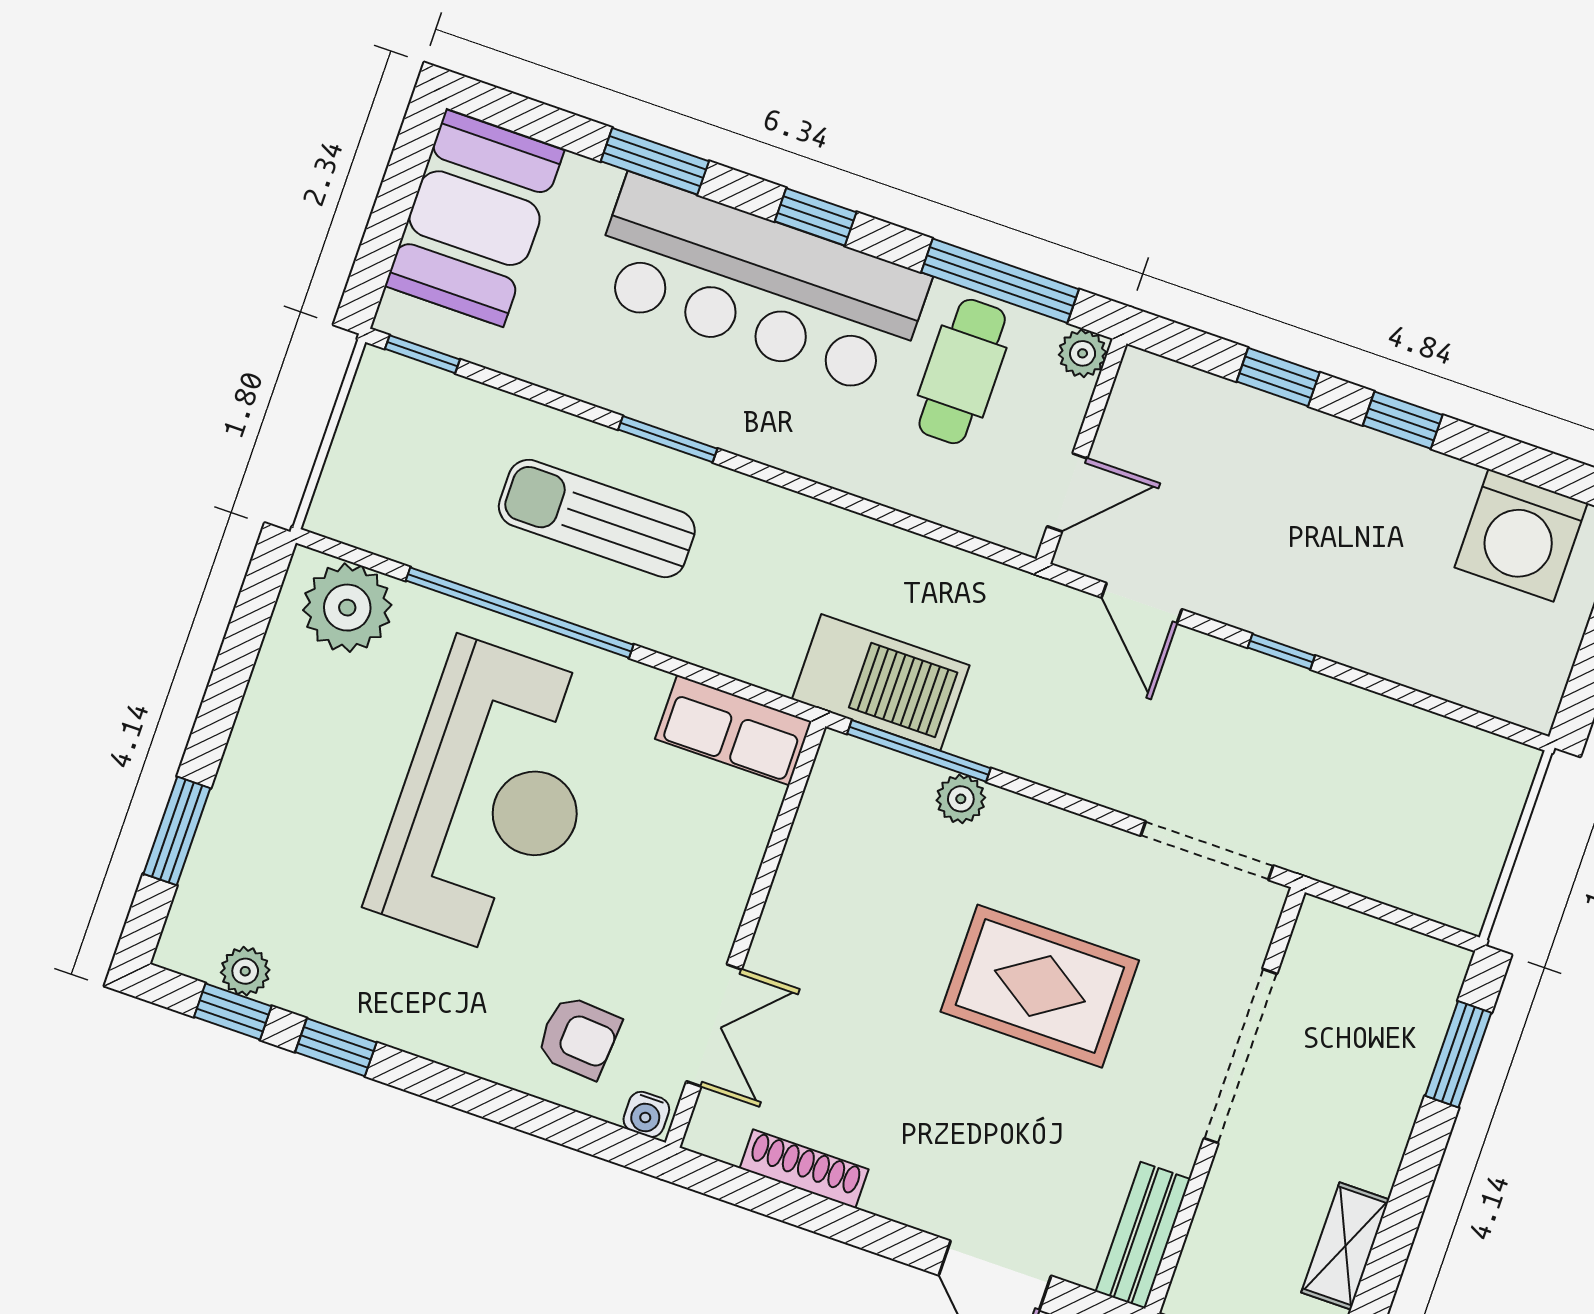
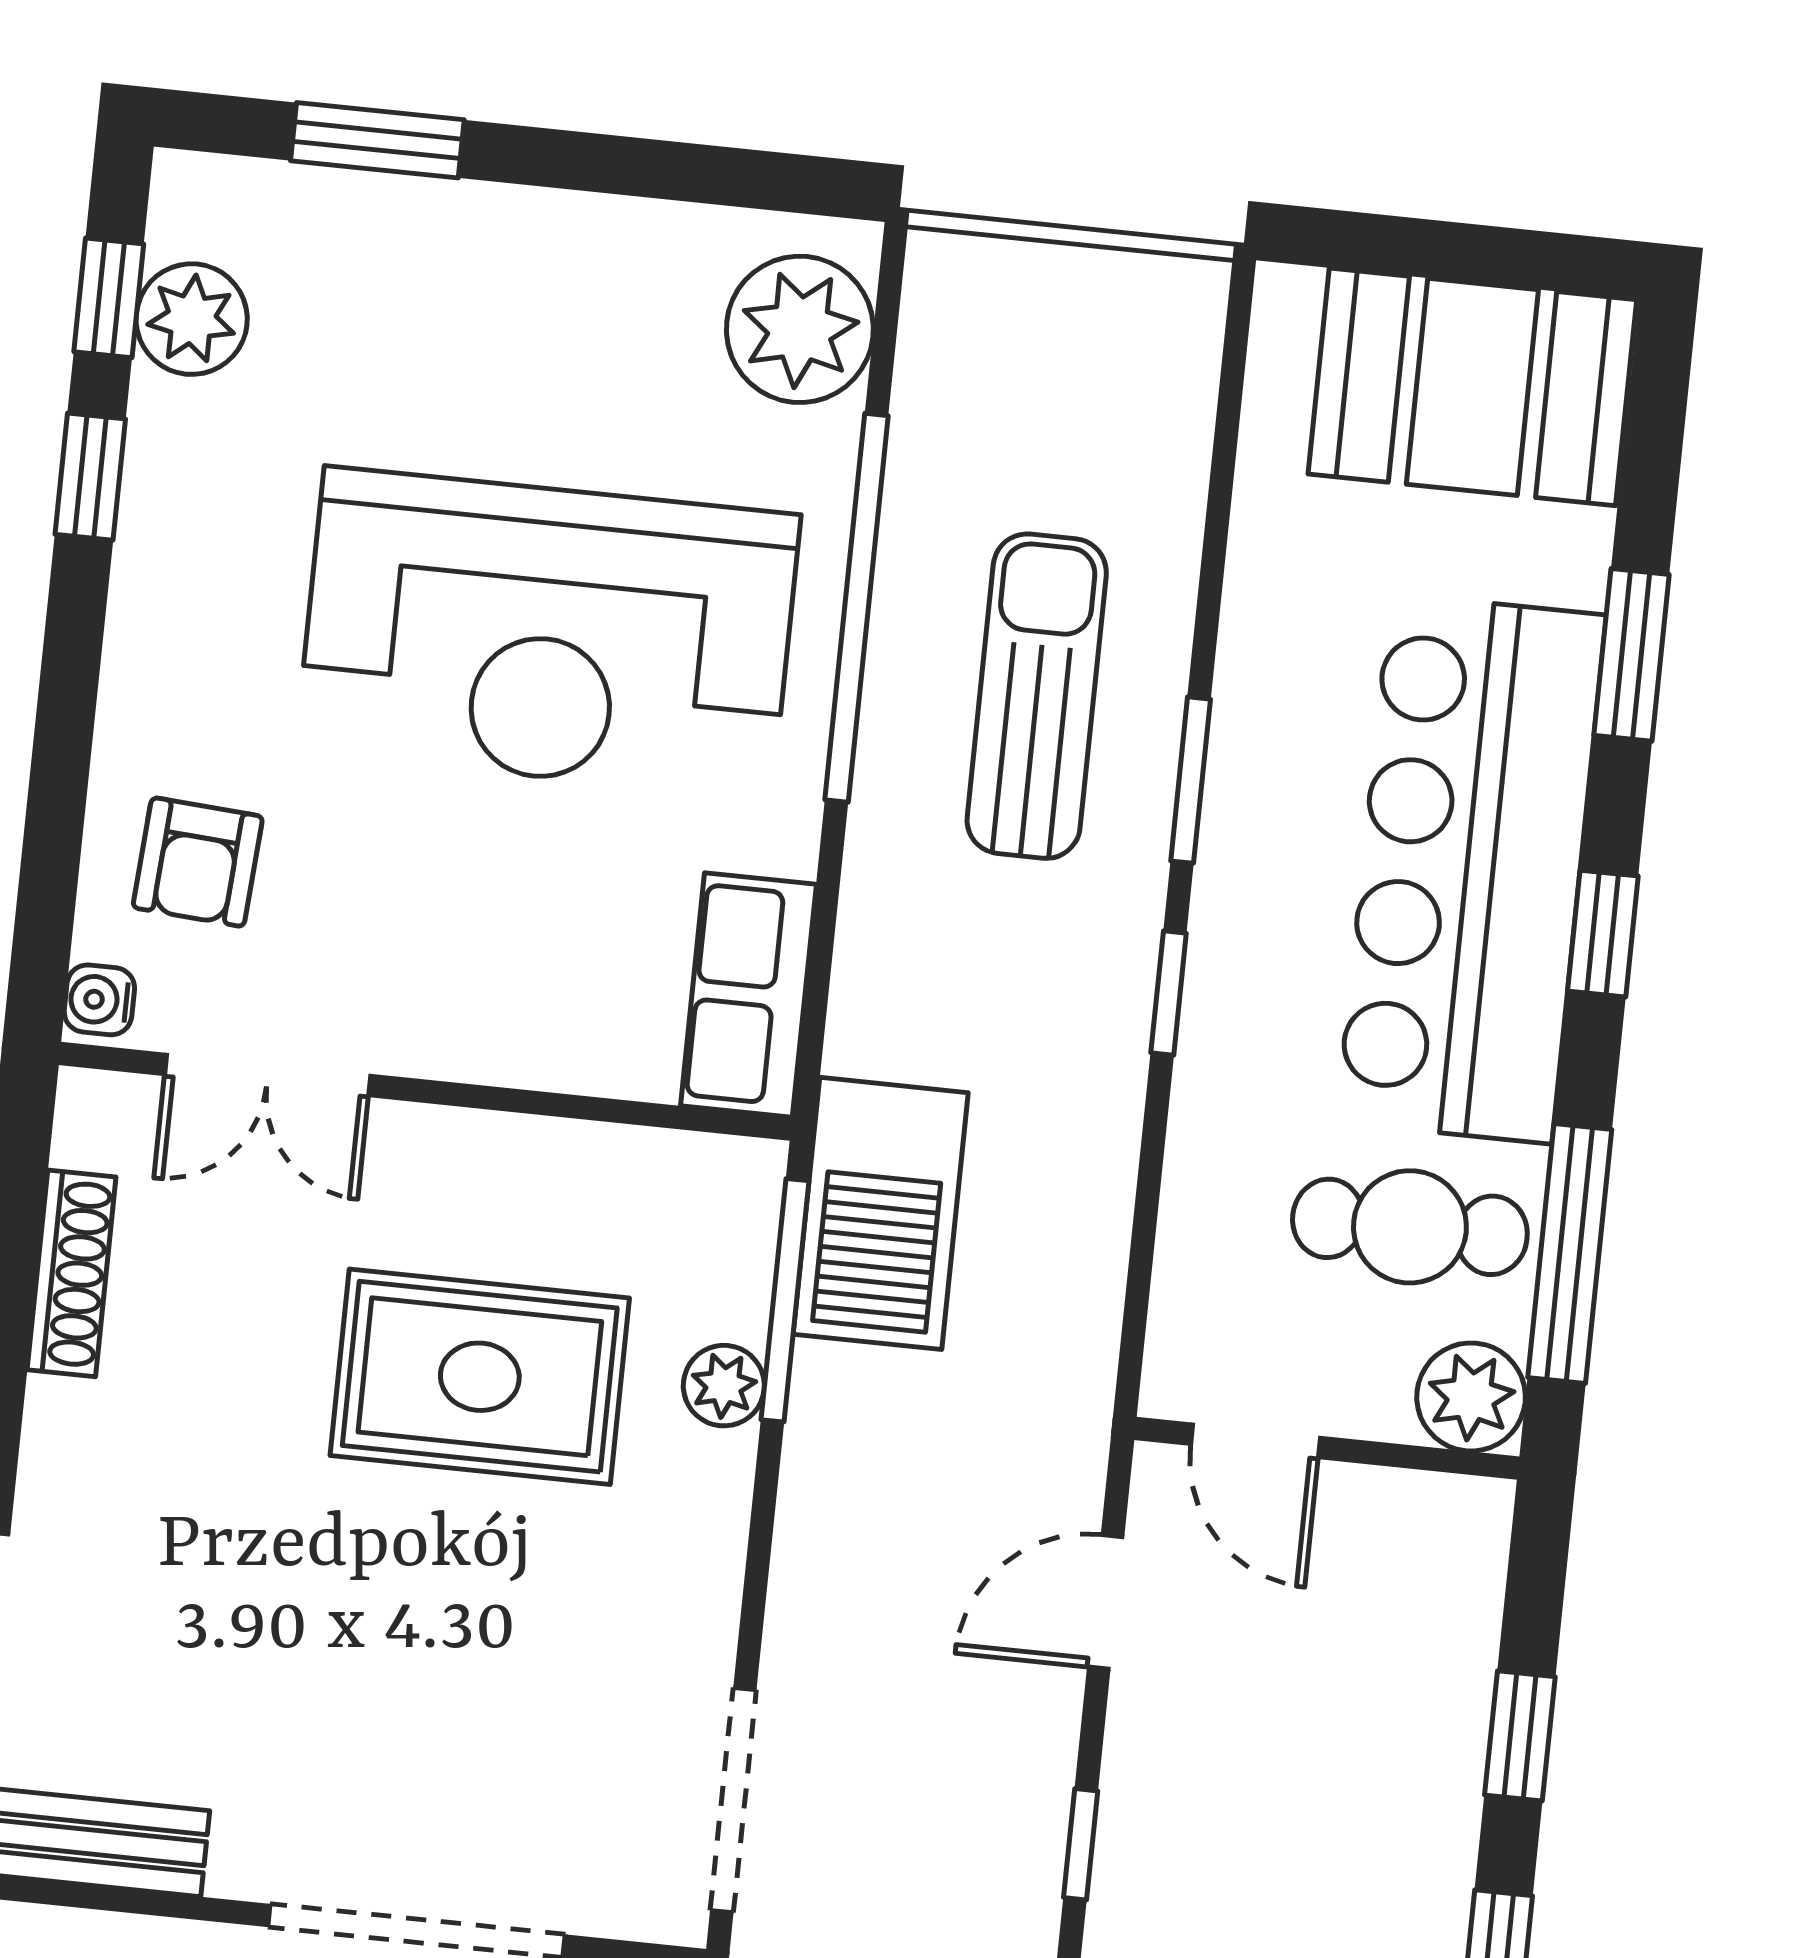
plant: (1083, 353) -> (1471, 1397), width x1.38, depth x1.38
window: (422, 354) -> (1169, 993), moved
plant: (245, 971) -> (192, 319), width x1.38, depth x1.38
rug: (1040, 986) -> (480, 1377), moved, turned 90

